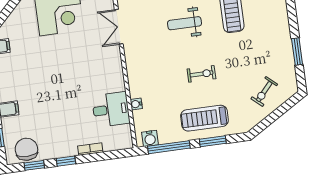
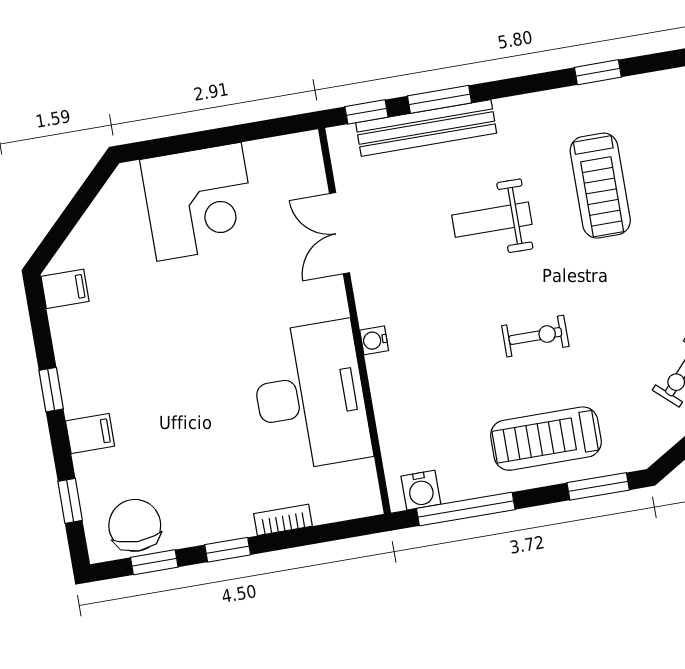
water cooler: (136, 104) -> (374, 340), moved
desk: (111, 110) -> (310, 396), width x1.87, depth x1.30
window: (213, 141) -> (598, 486), moved

